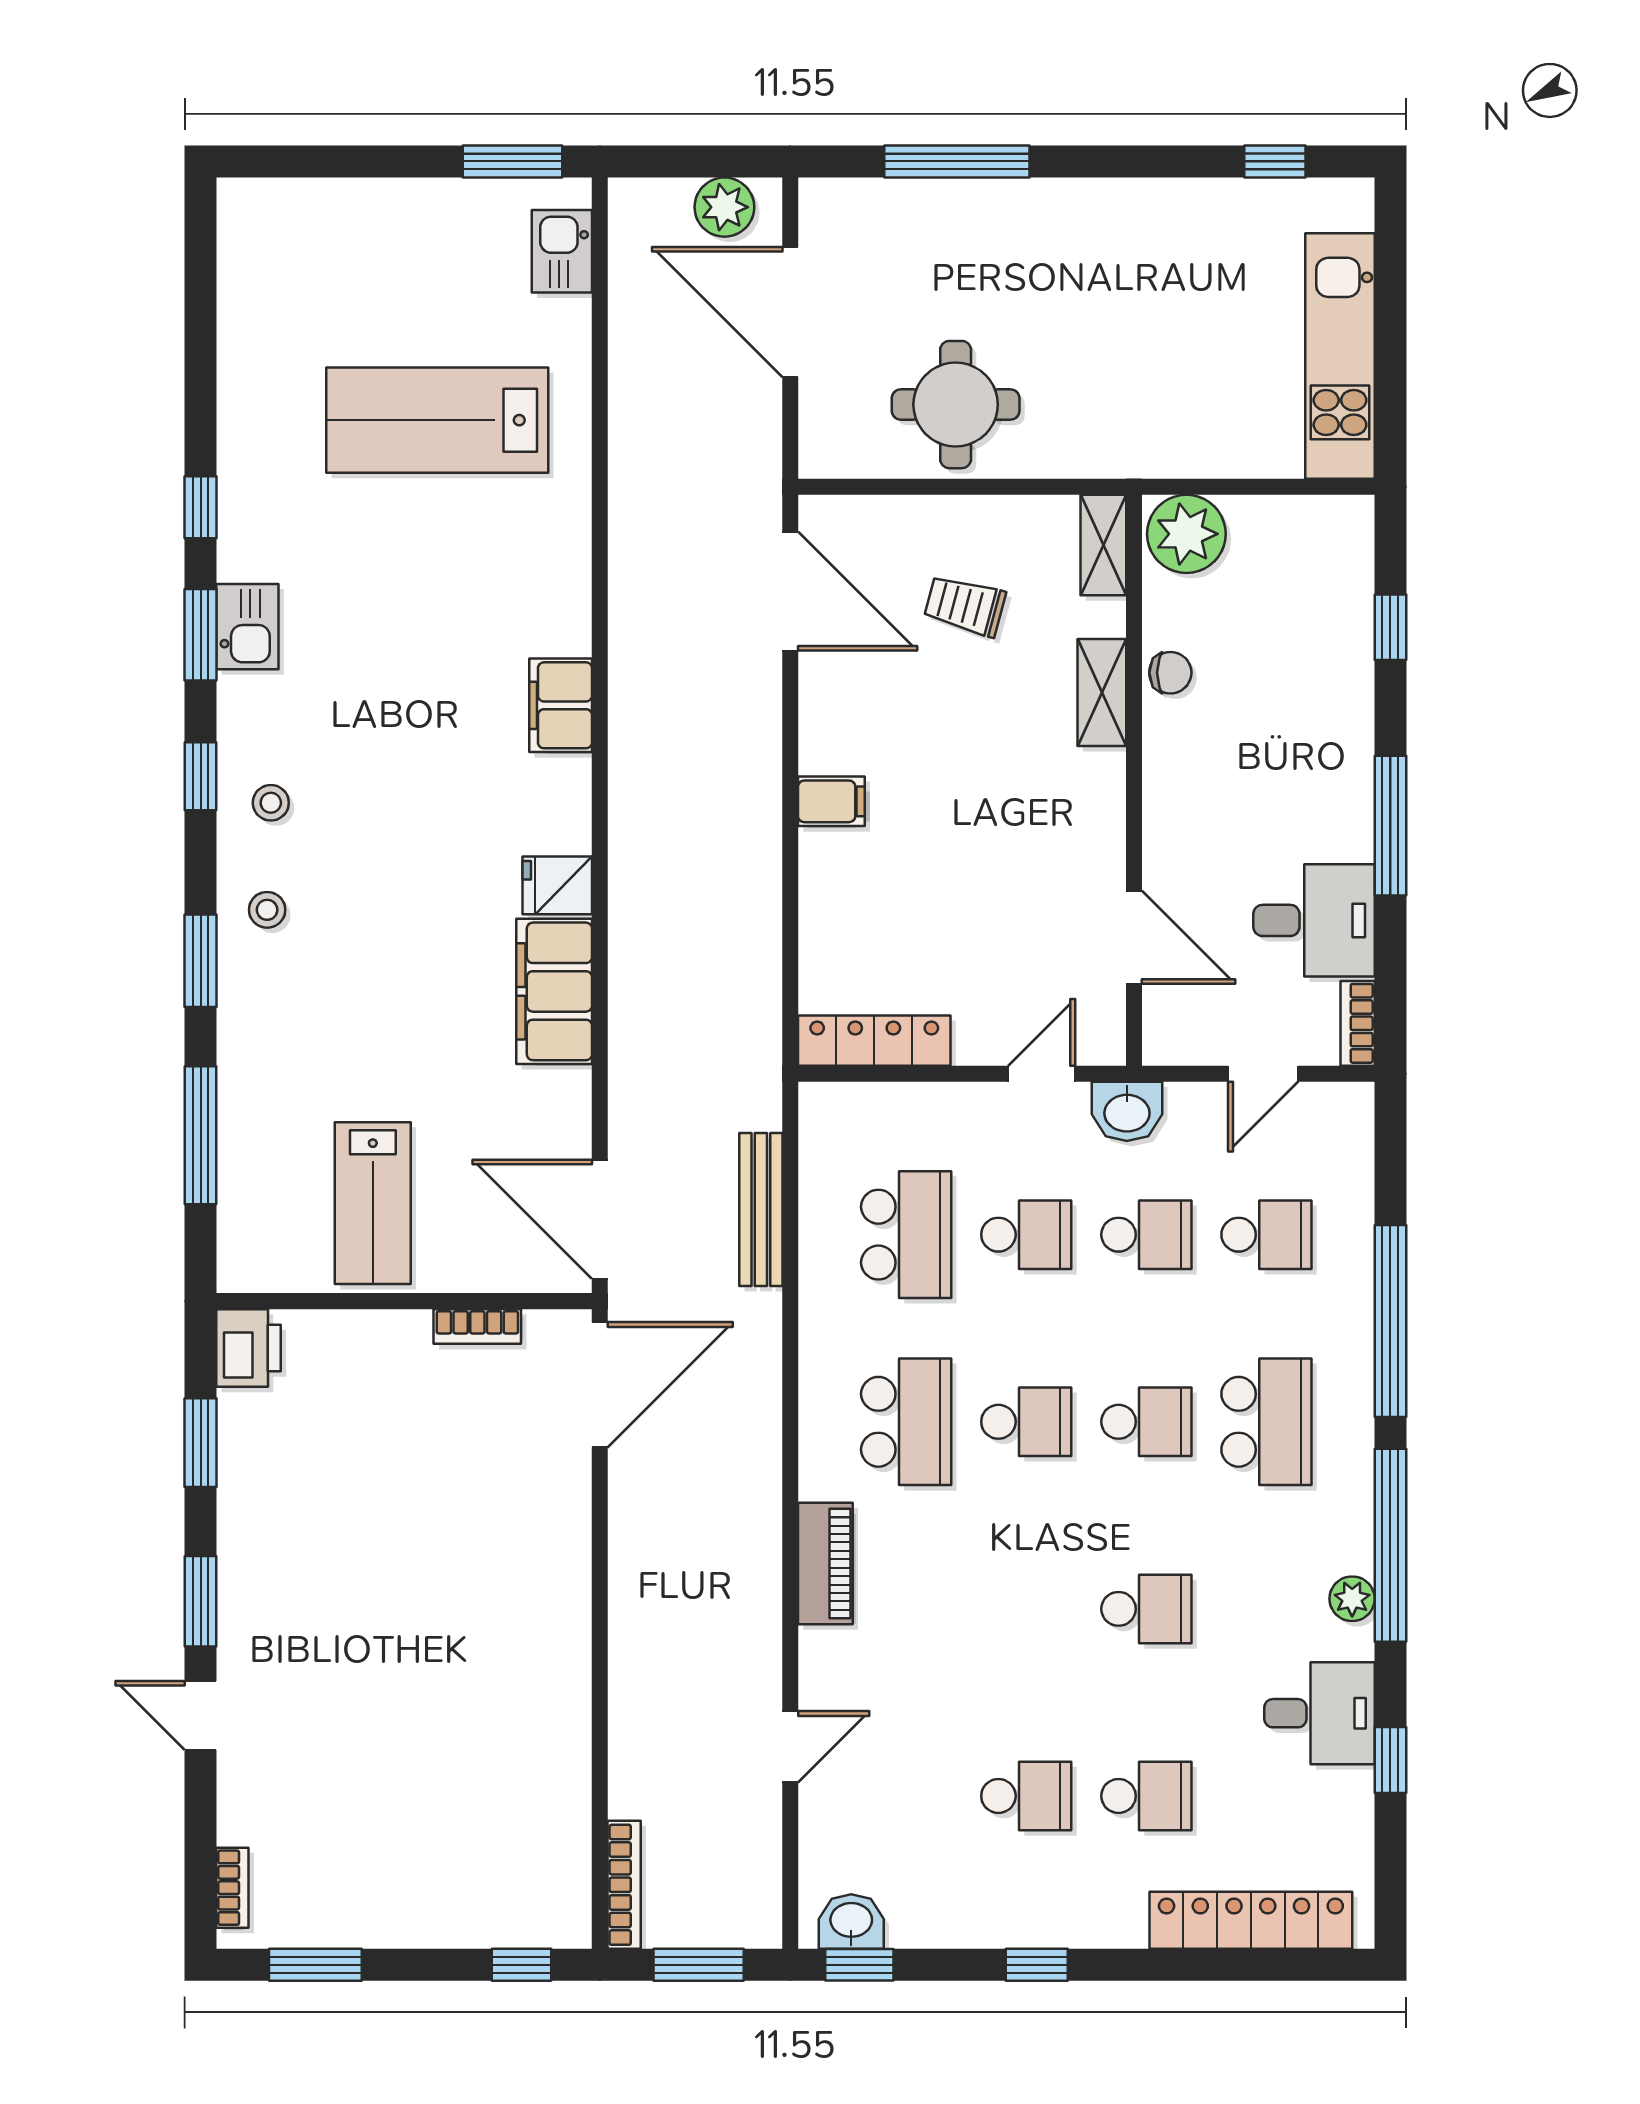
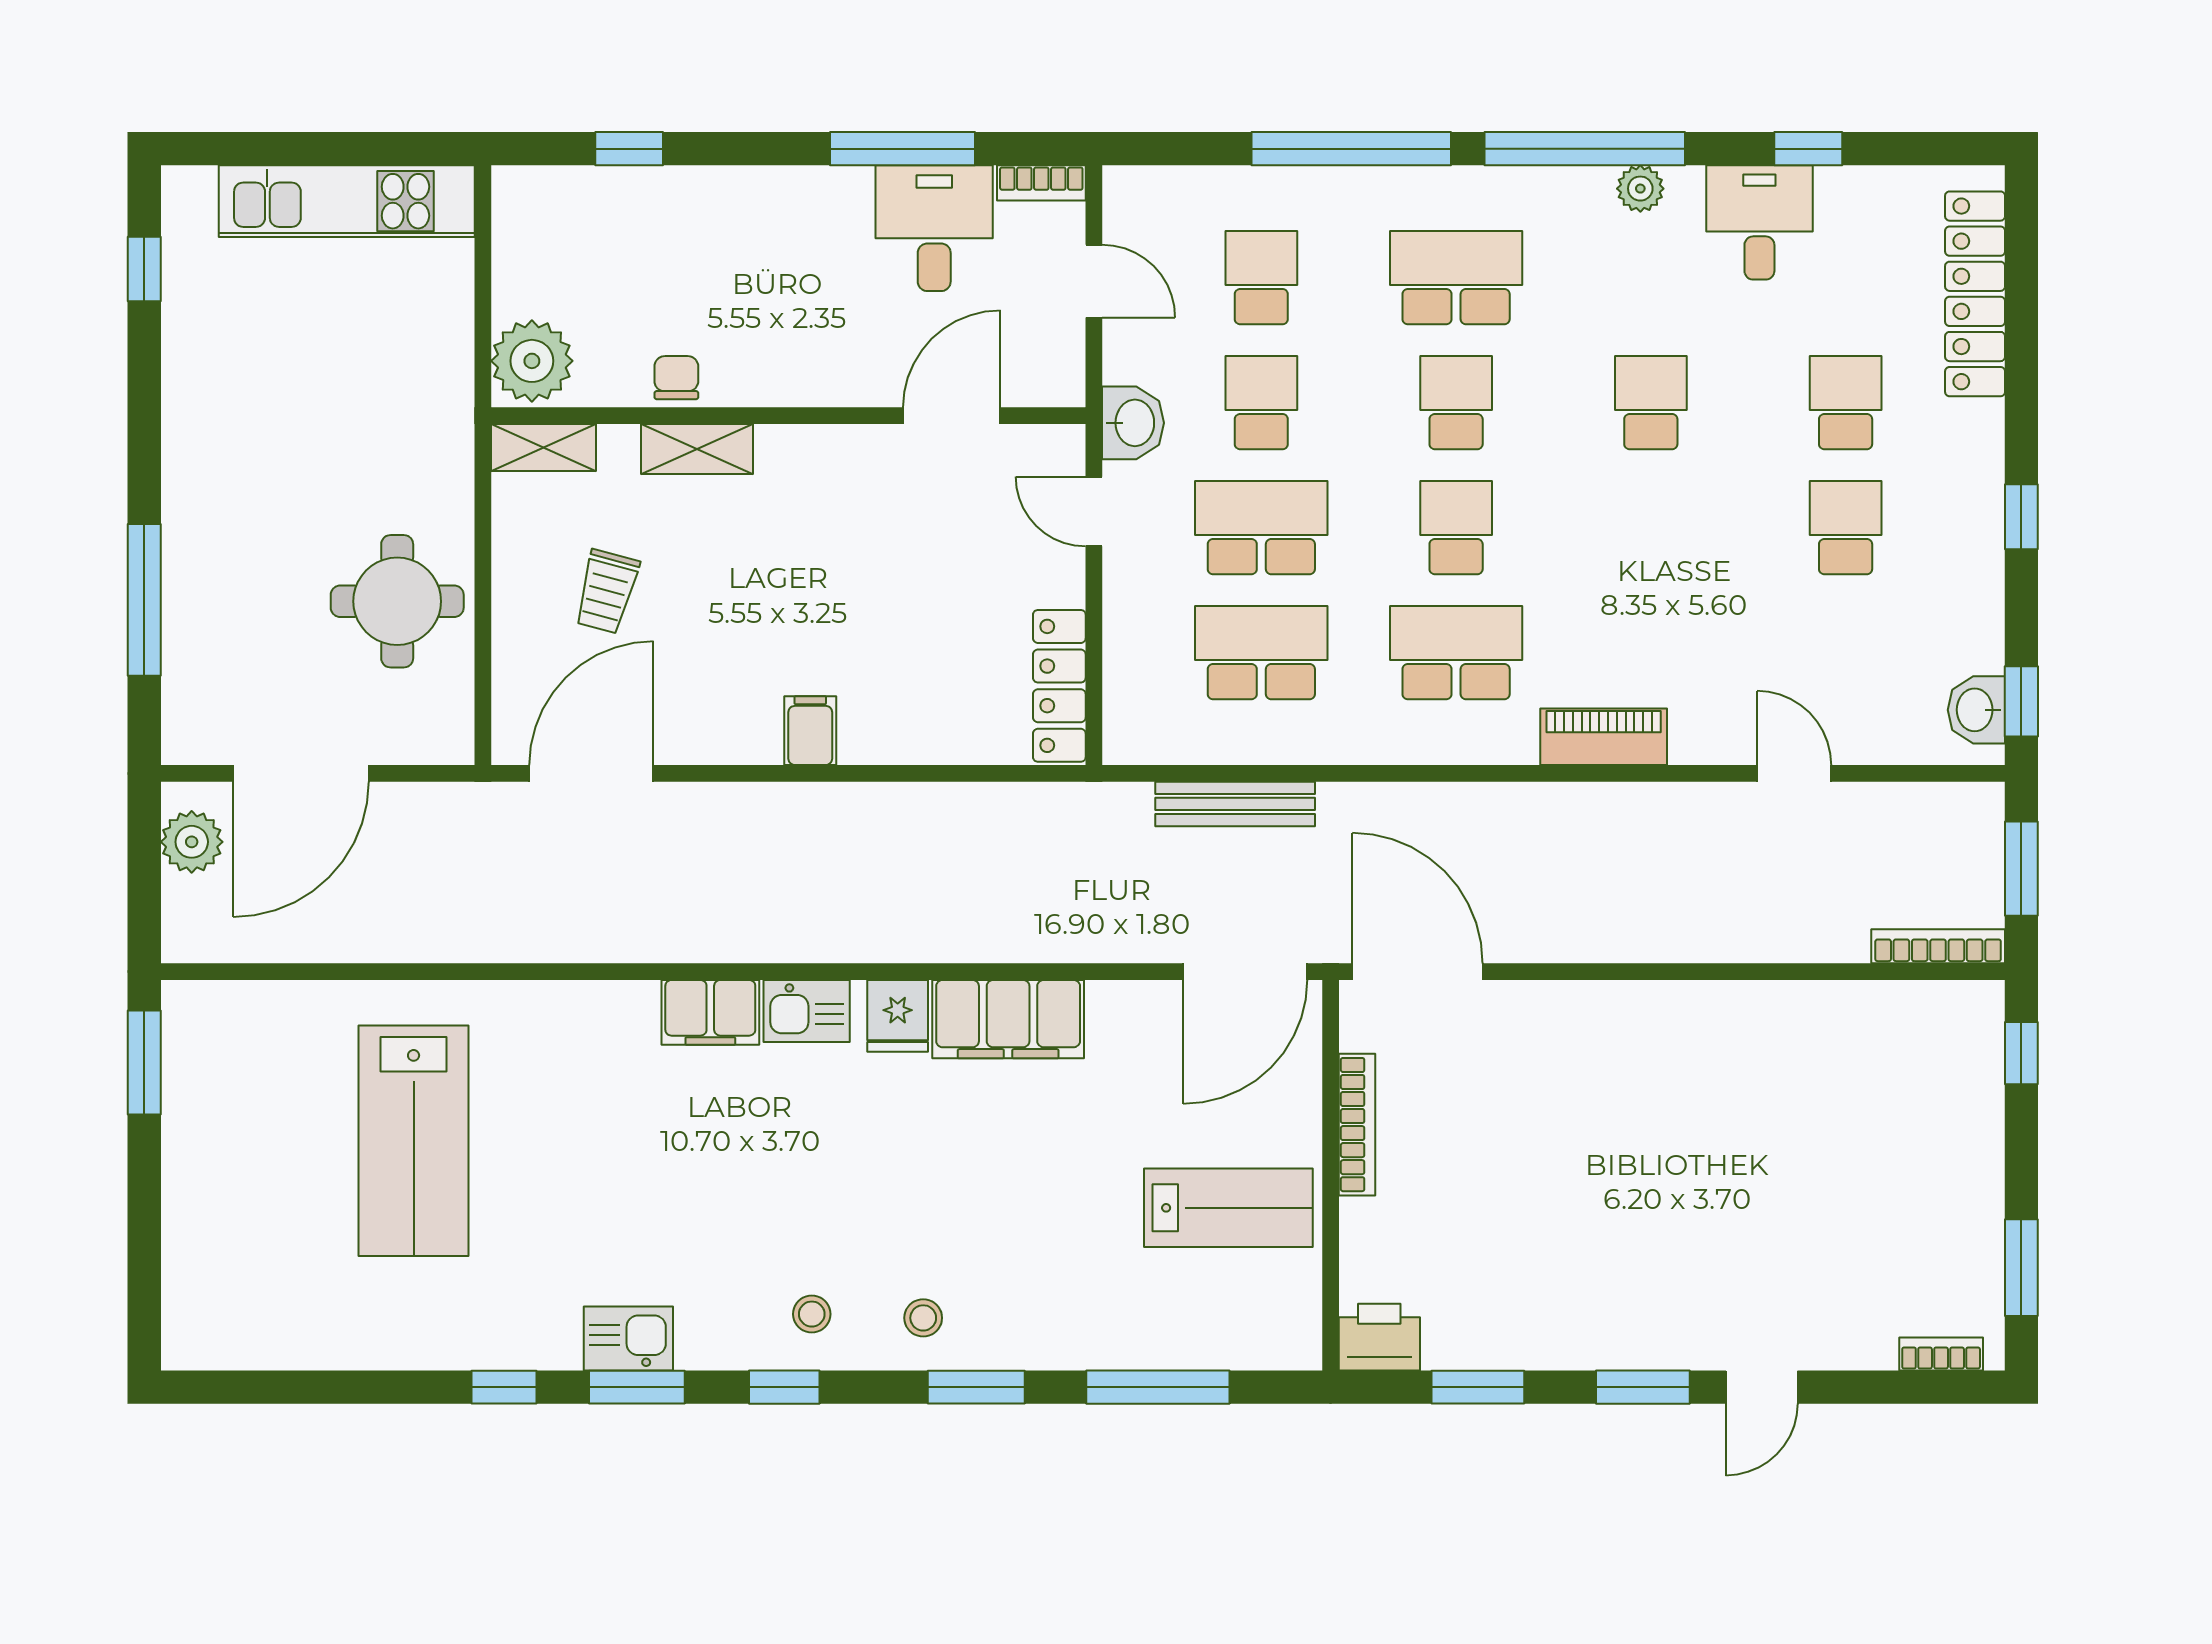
kitchen sink: (562, 251) -> (807, 1011), moved
window: (1390, 826) -> (903, 149), moved
school desk: (1026, 1235) -> (1261, 528), width x1.85
bookcase: (477, 1327) -> (1357, 1125), width x1.56

